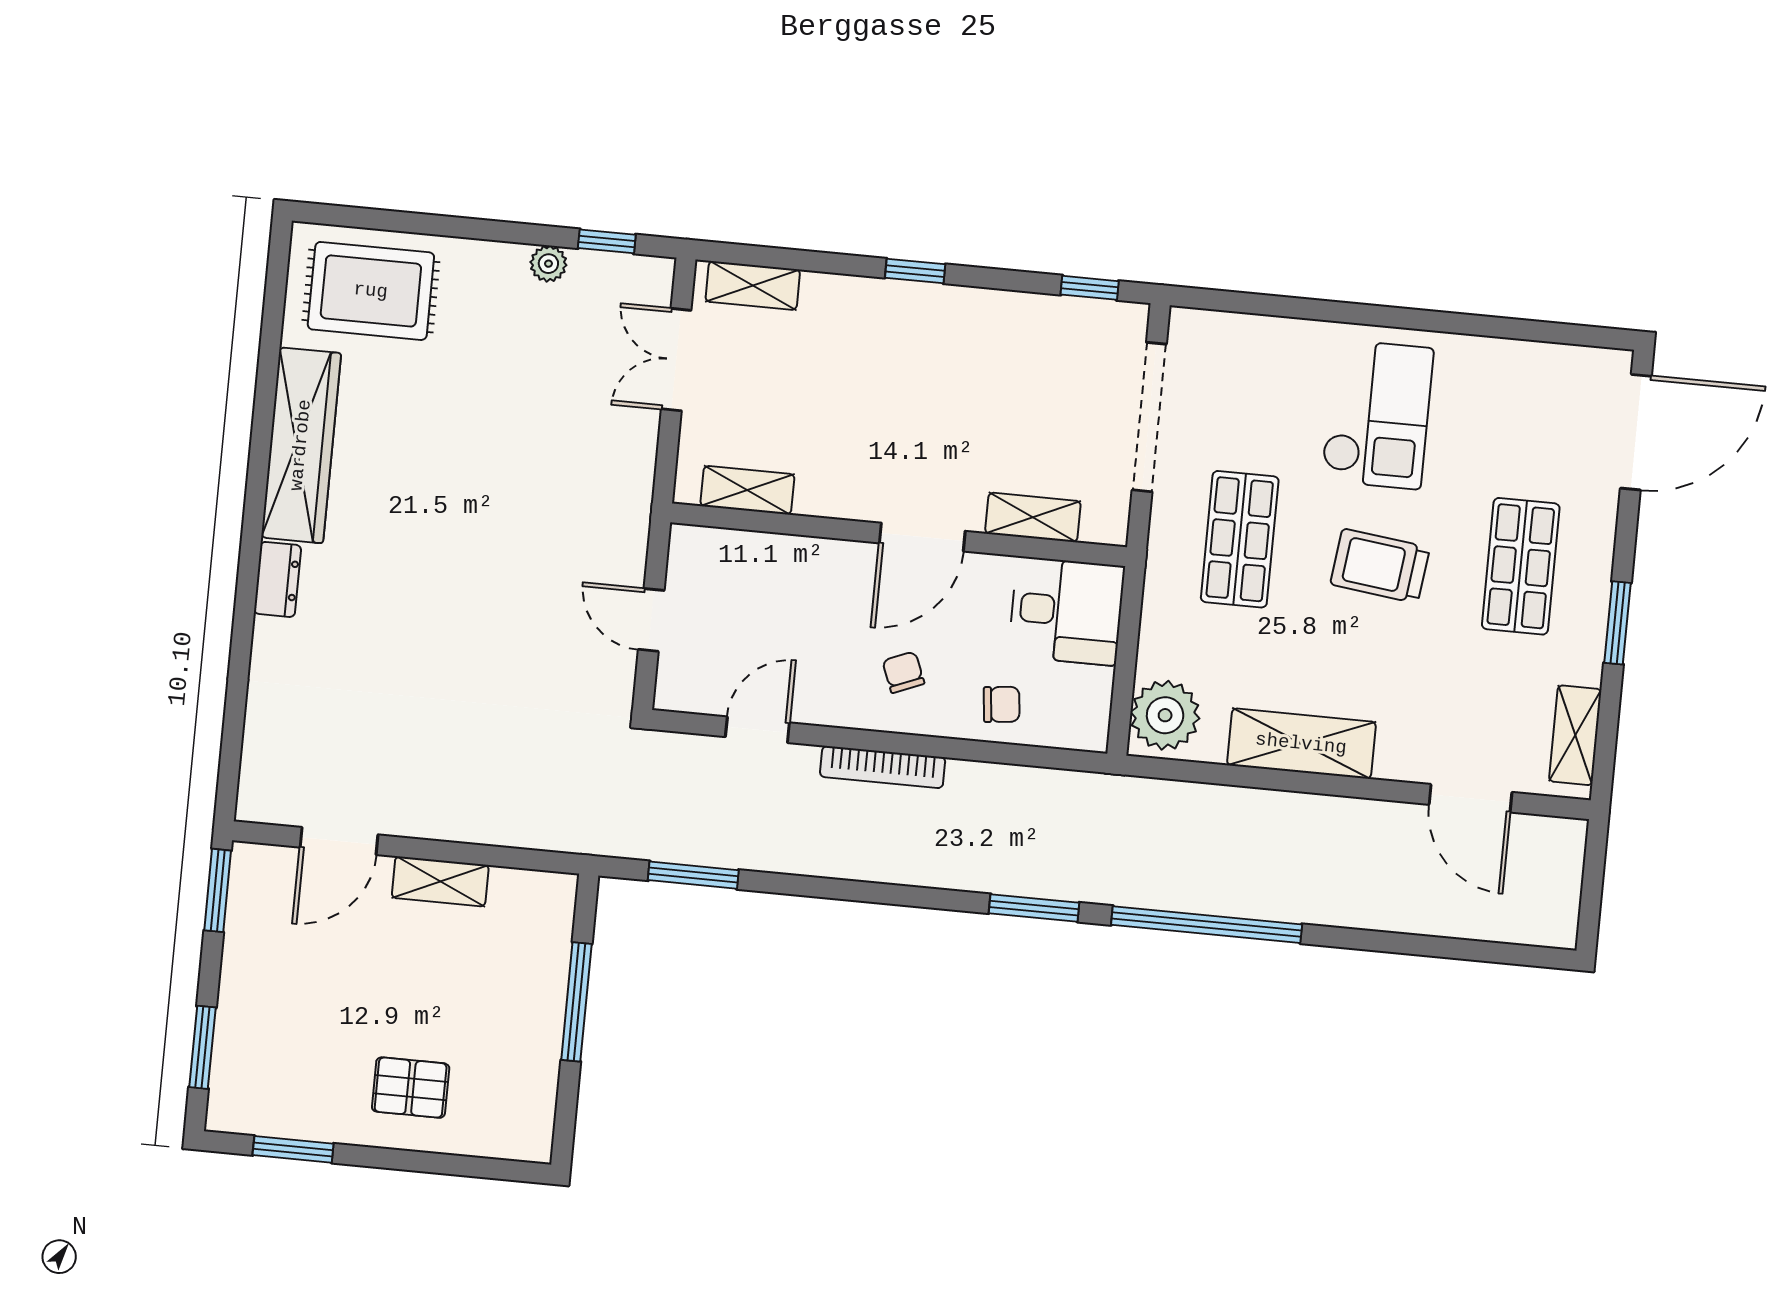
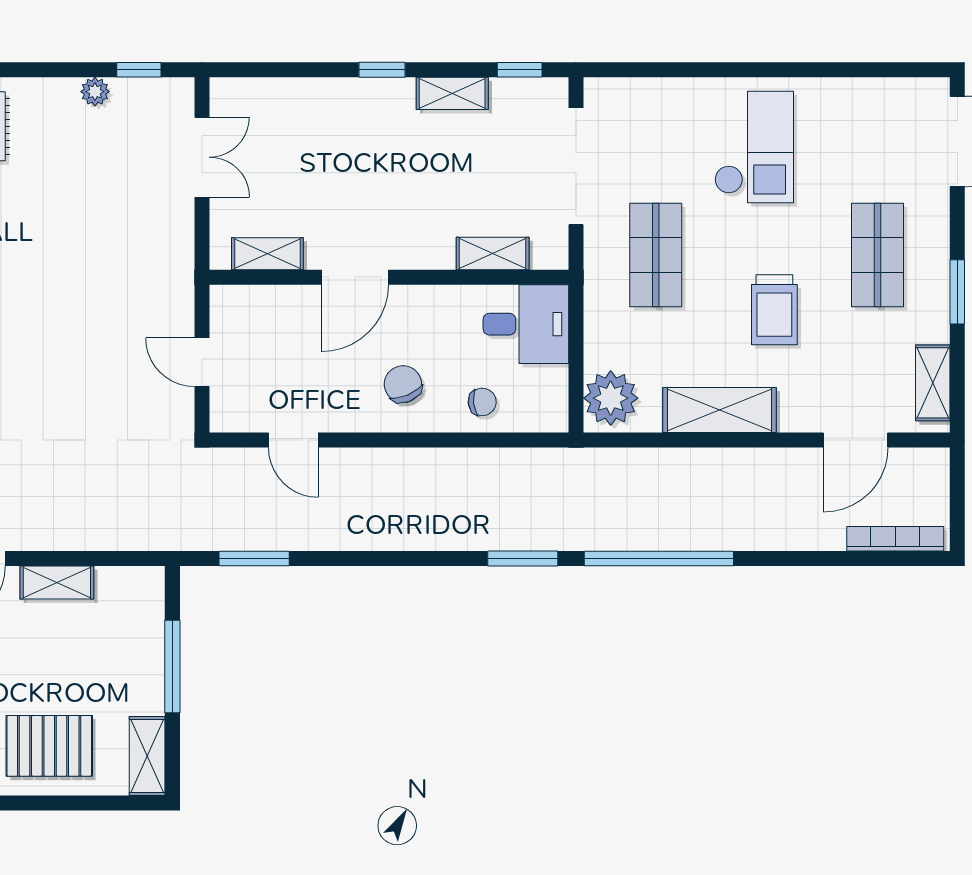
shelving: (753, 286) -> (452, 93), moved
double door: (676, 360) -> (202, 157), swing flipped
door: (922, 537) -> (355, 277), moved
trolley: (1380, 566) -> (774, 310), moved, turned -97
chair: (903, 672) -> (403, 384), width x1.37, depth x1.37
door: (757, 730) -> (293, 440), swing flipped
bookcase: (883, 767) -> (895, 539), moved, turned 180
door: (1470, 798) -> (856, 440), hinge flipped
pallet: (411, 1088) -> (49, 746), width x1.50, depth x1.42
shelving: (534, 1112) -> (147, 756), added

